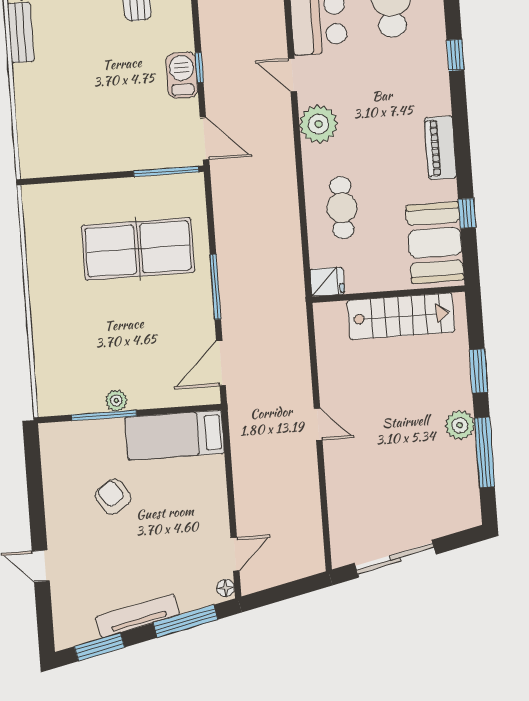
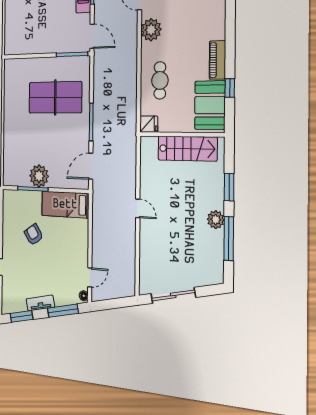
piano: (440, 148) -> (217, 60), moved
plant: (116, 401) -> (39, 176), width x1.88, depth x1.88
tv unit: (138, 616) -> (40, 303), width x0.71

